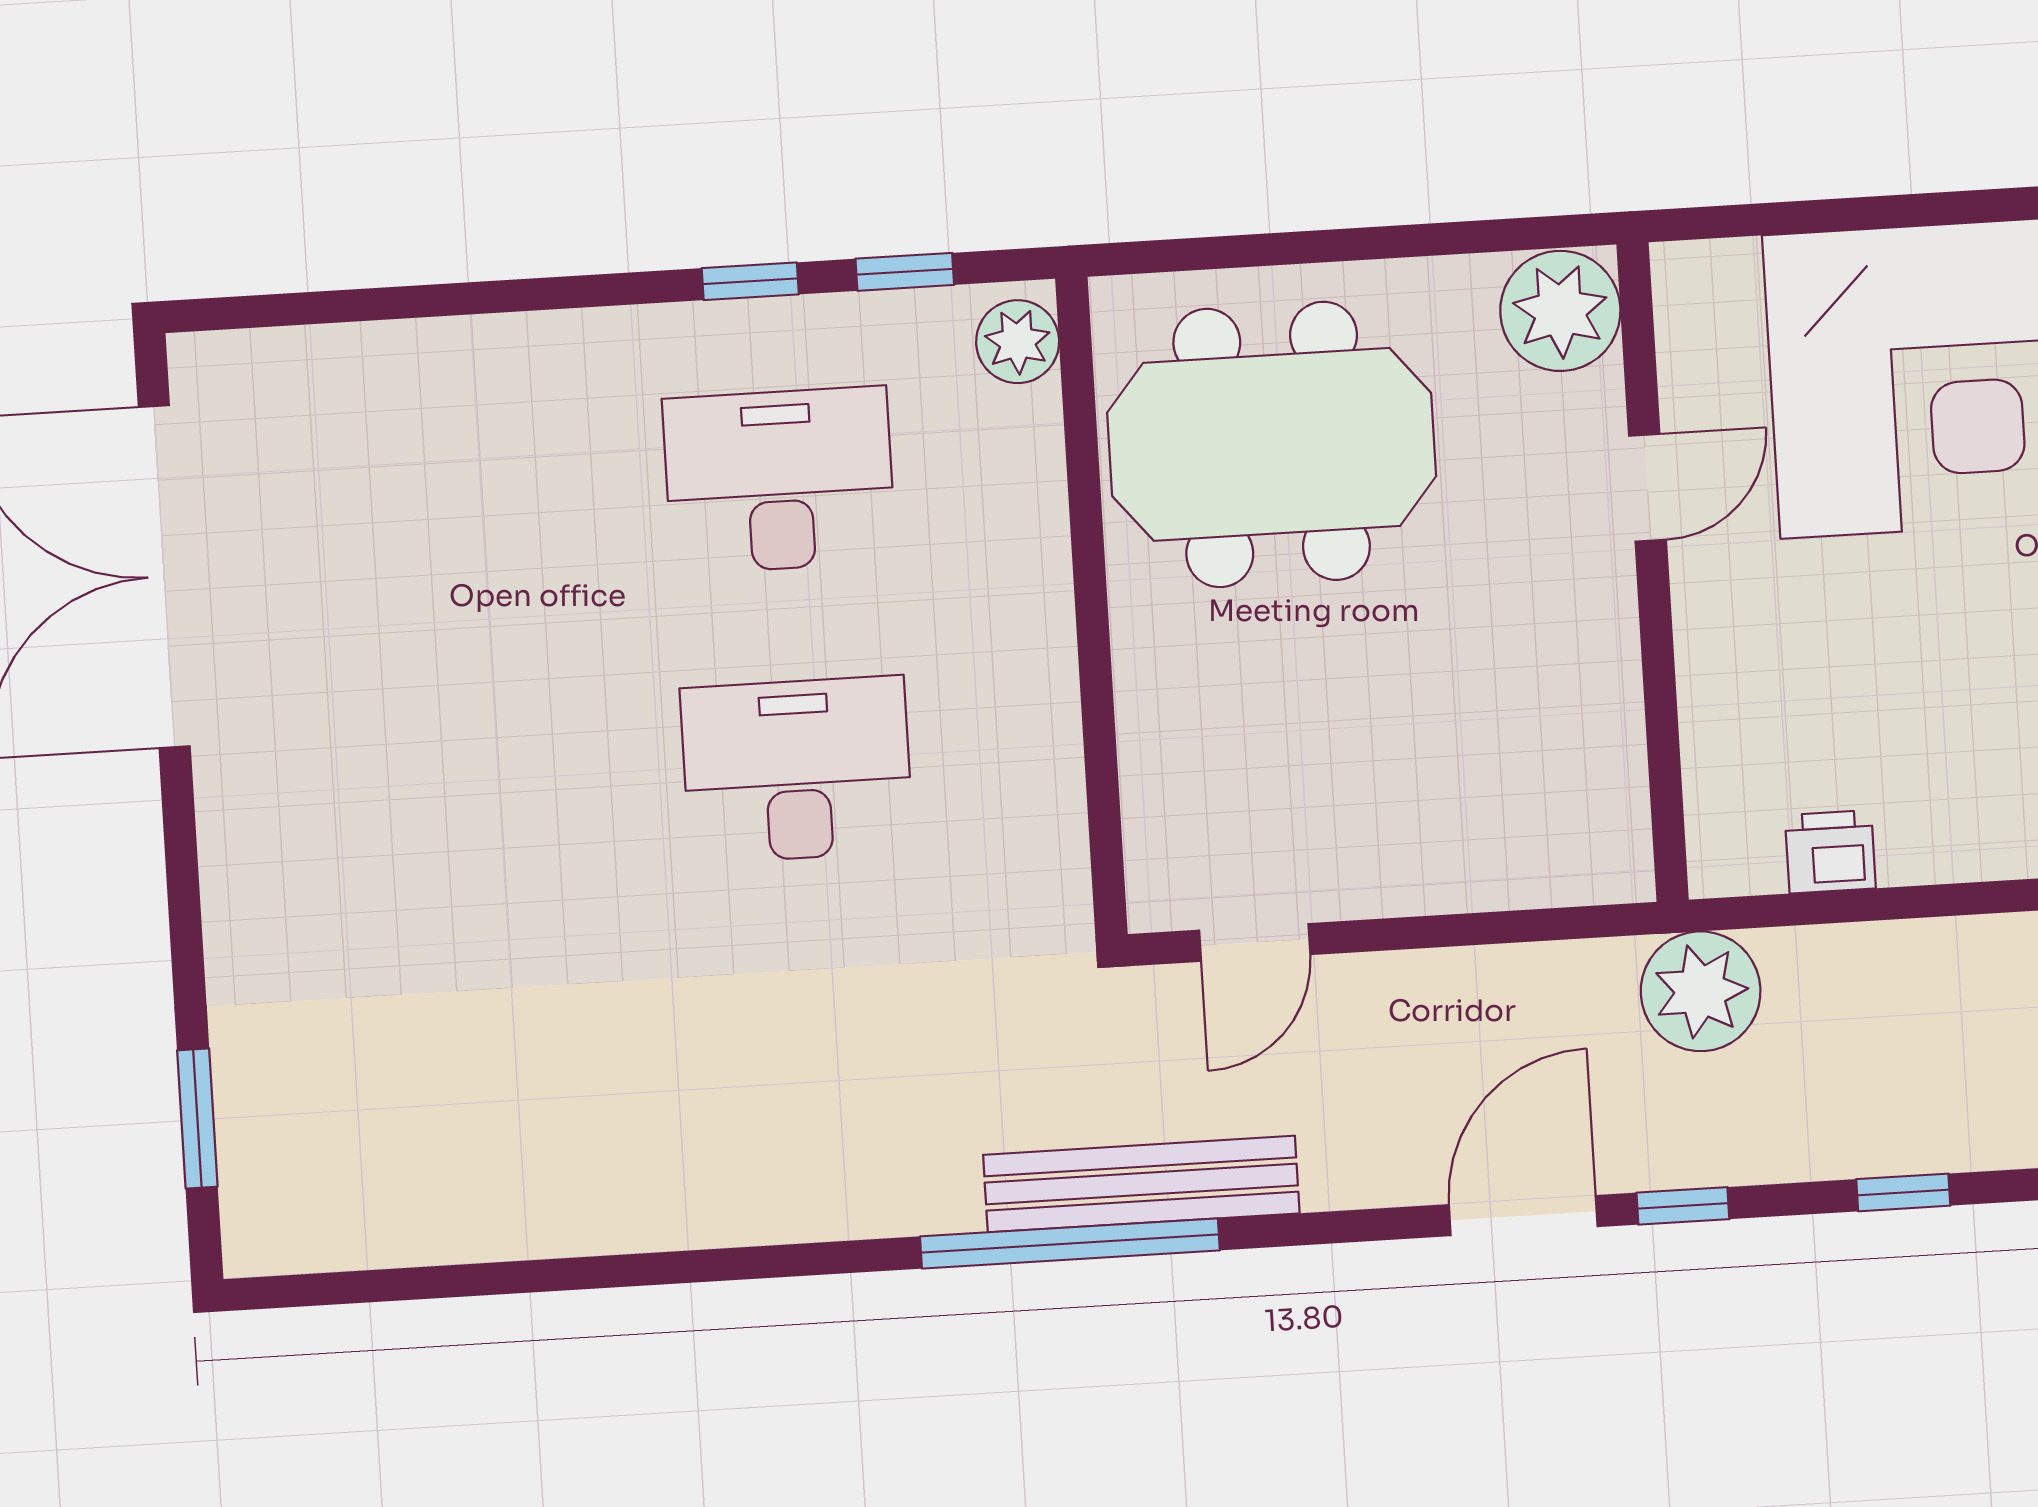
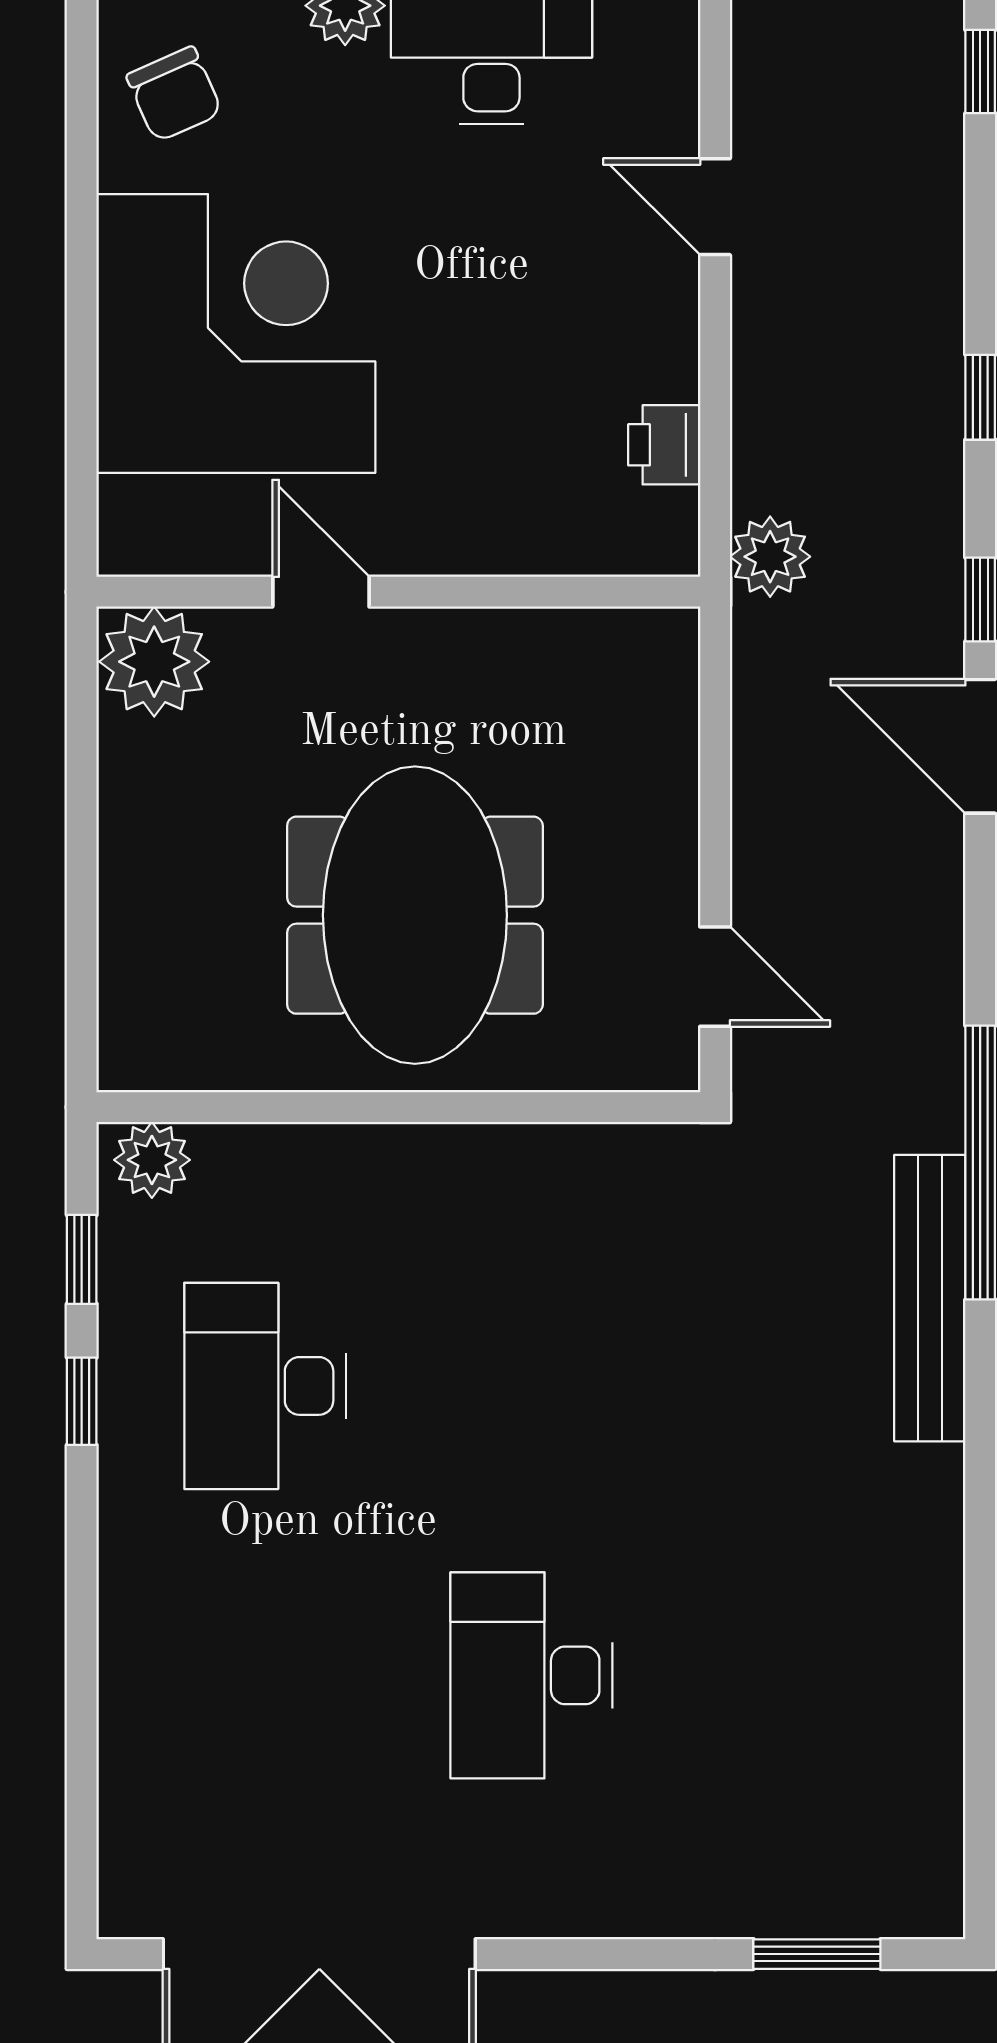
meeting table: (1272, 444) -> (415, 915), moved
desk: (797, 770) -> (531, 1675), moved
plant: (1701, 991) -> (770, 557), width x0.73, depth x0.73
bench: (1141, 1184) -> (930, 1298), moved

